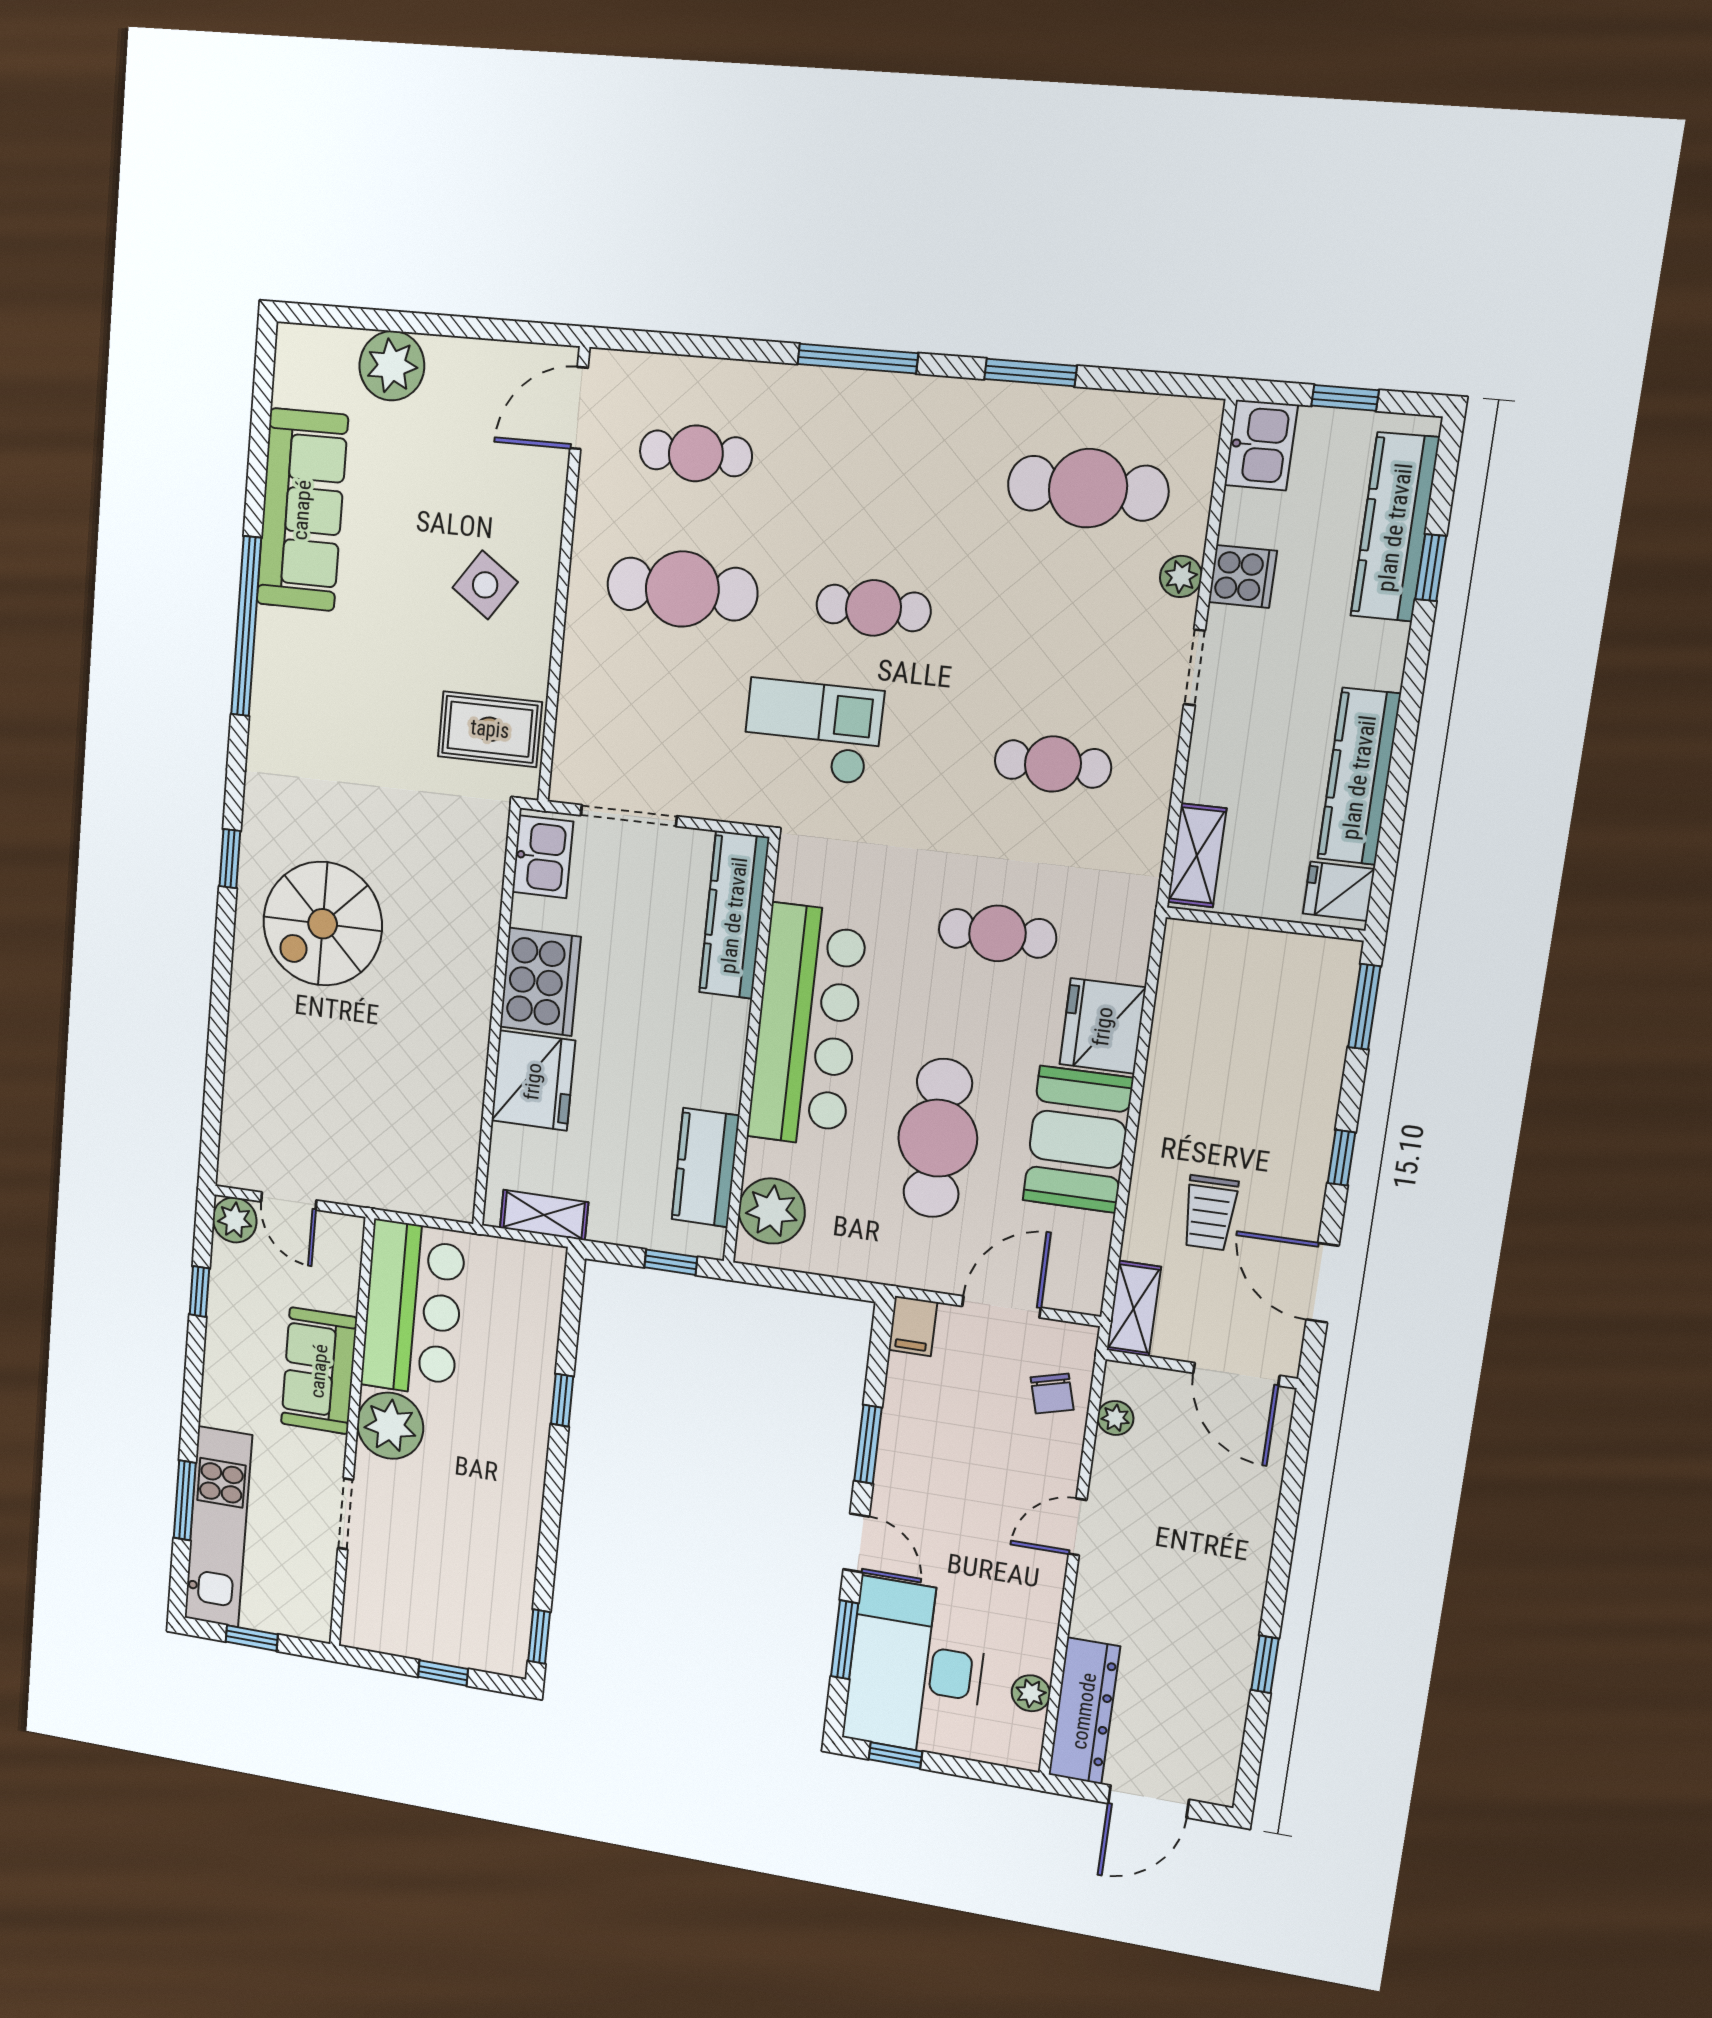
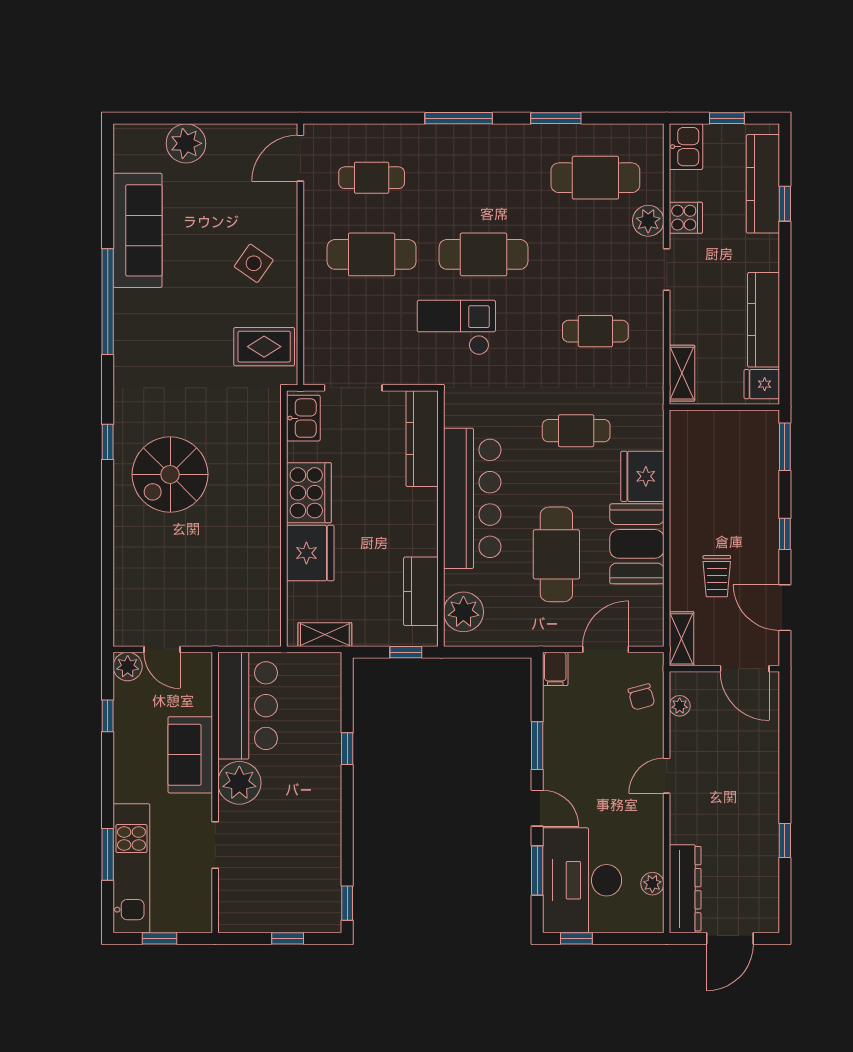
plant: (1181, 576) -> (648, 221), width x1.38, depth x1.38
cafe table: (873, 608) -> (483, 254), width x1.37, depth x1.35

